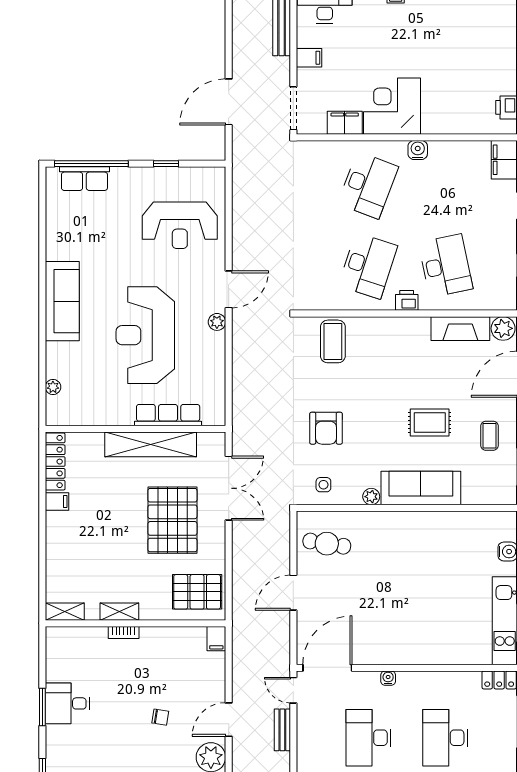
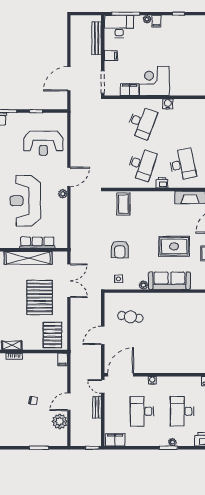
rug: (430, 422) -> (174, 246), width x1.36, depth x1.43
cafe table: (327, 544) -> (130, 317), moved
pallet: (197, 592) -> (52, 335), turned 90

